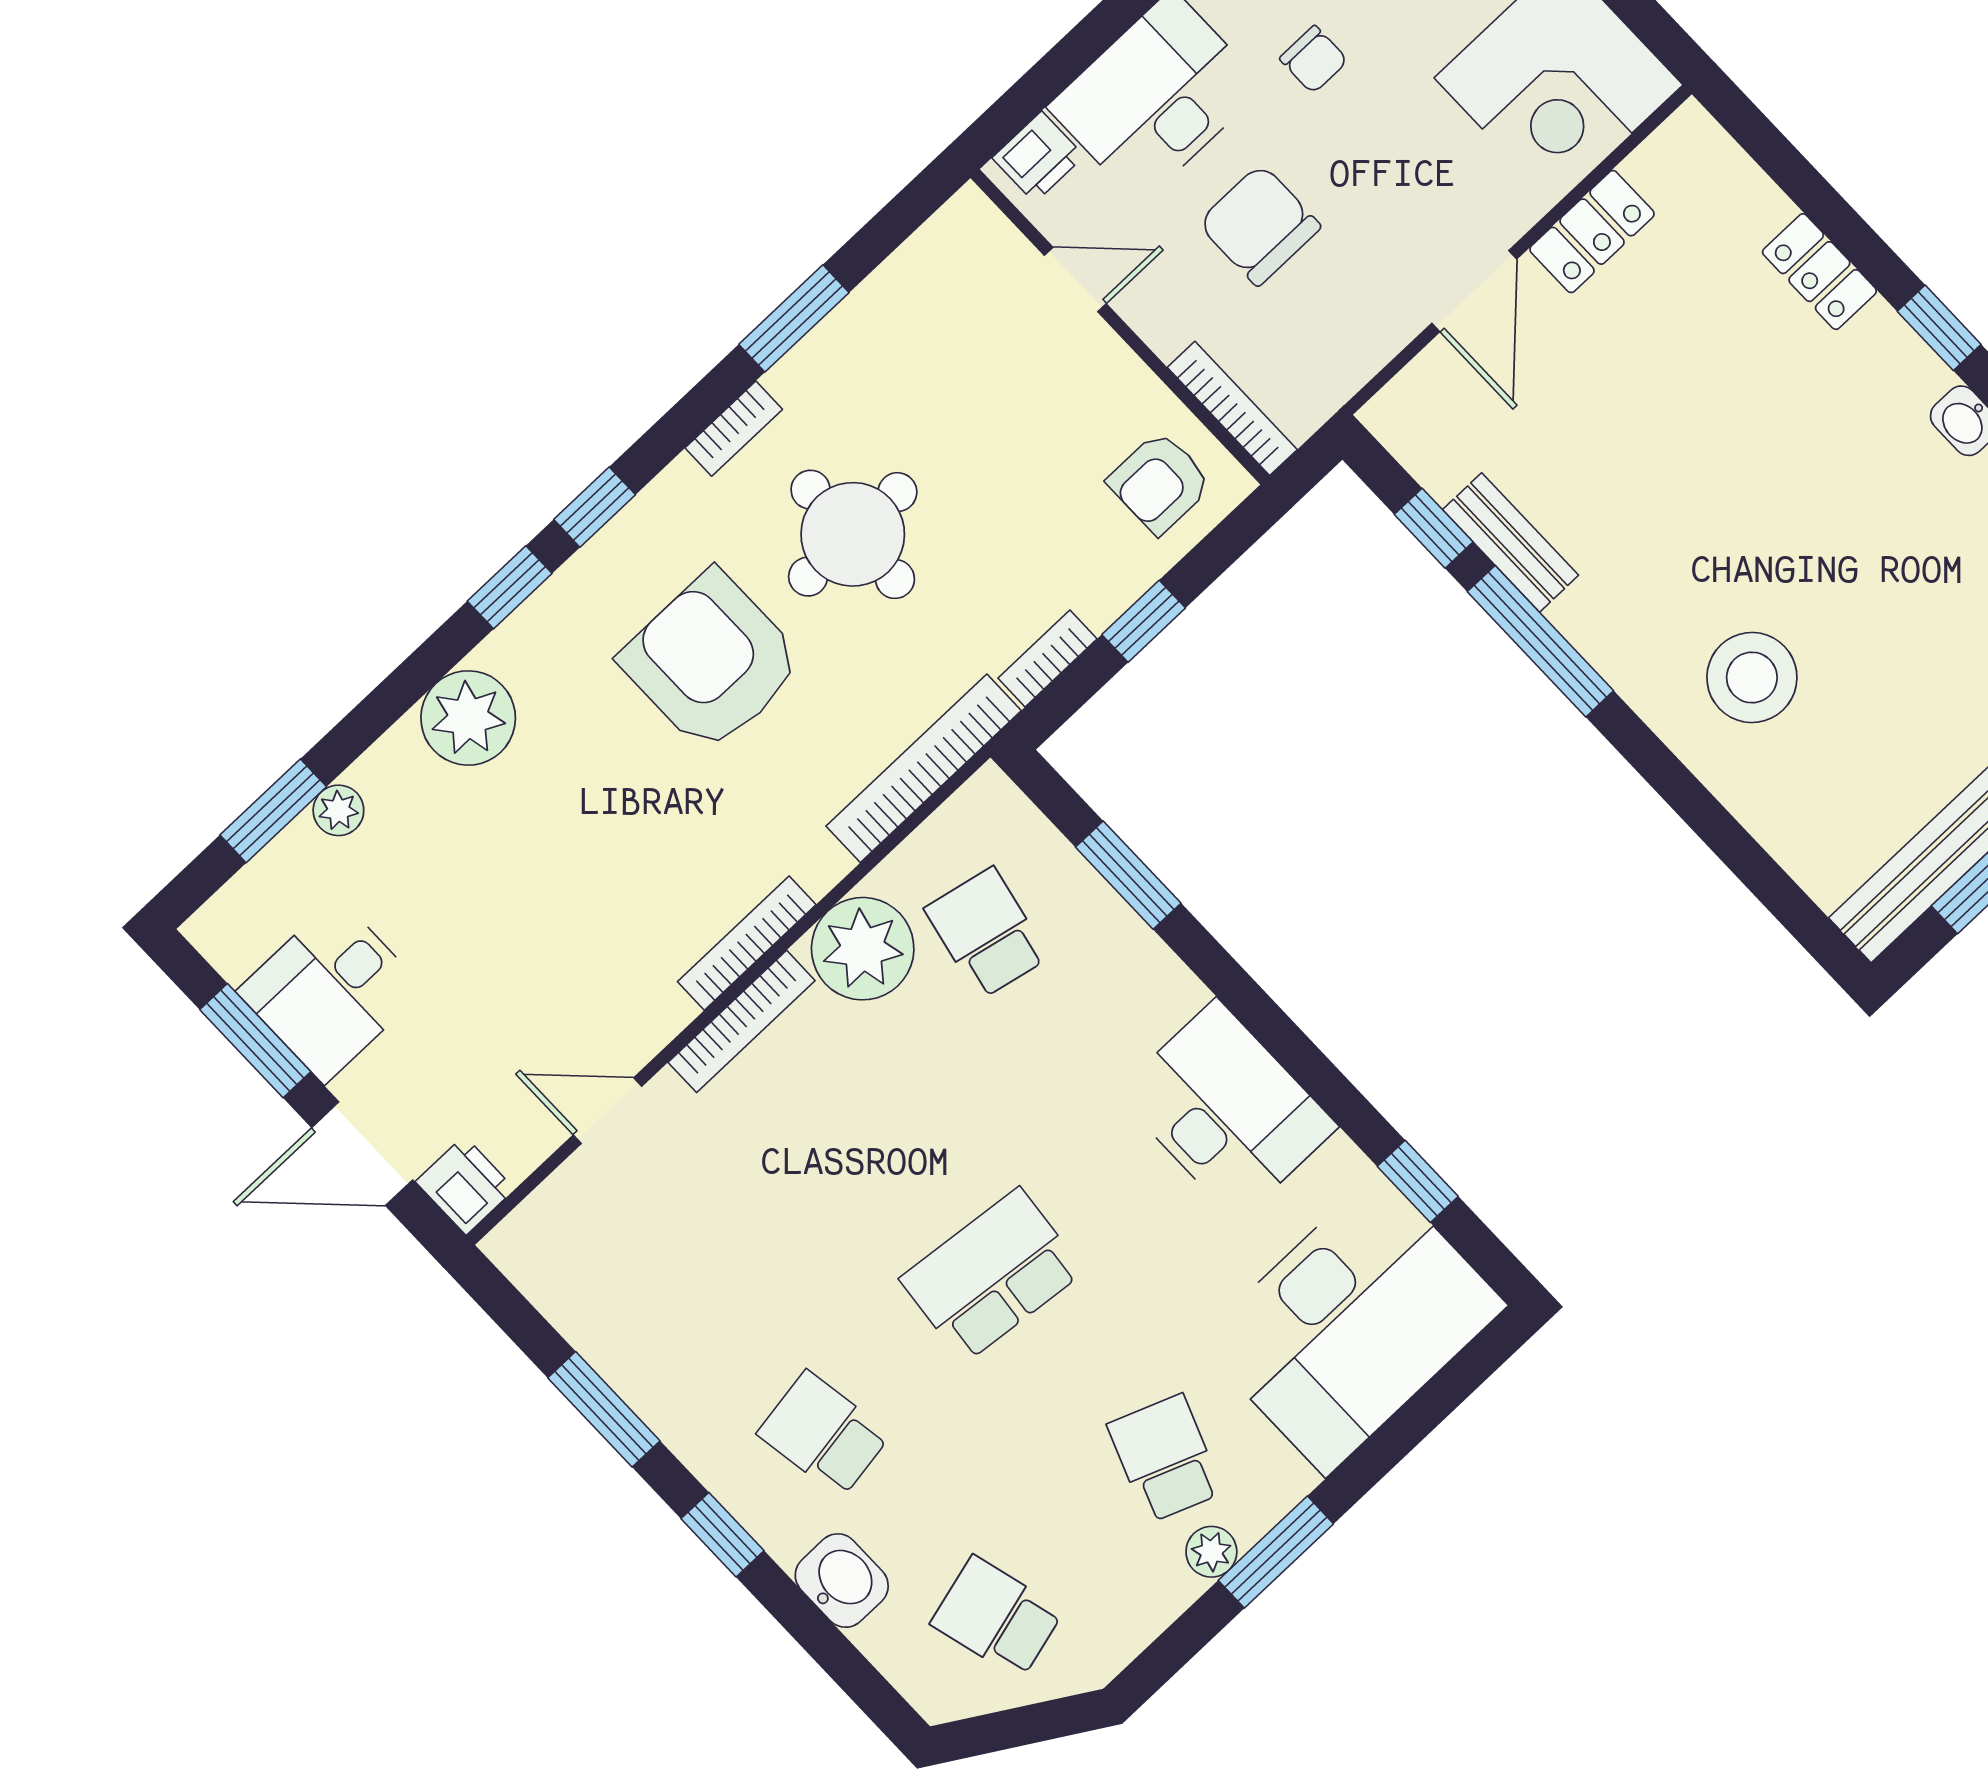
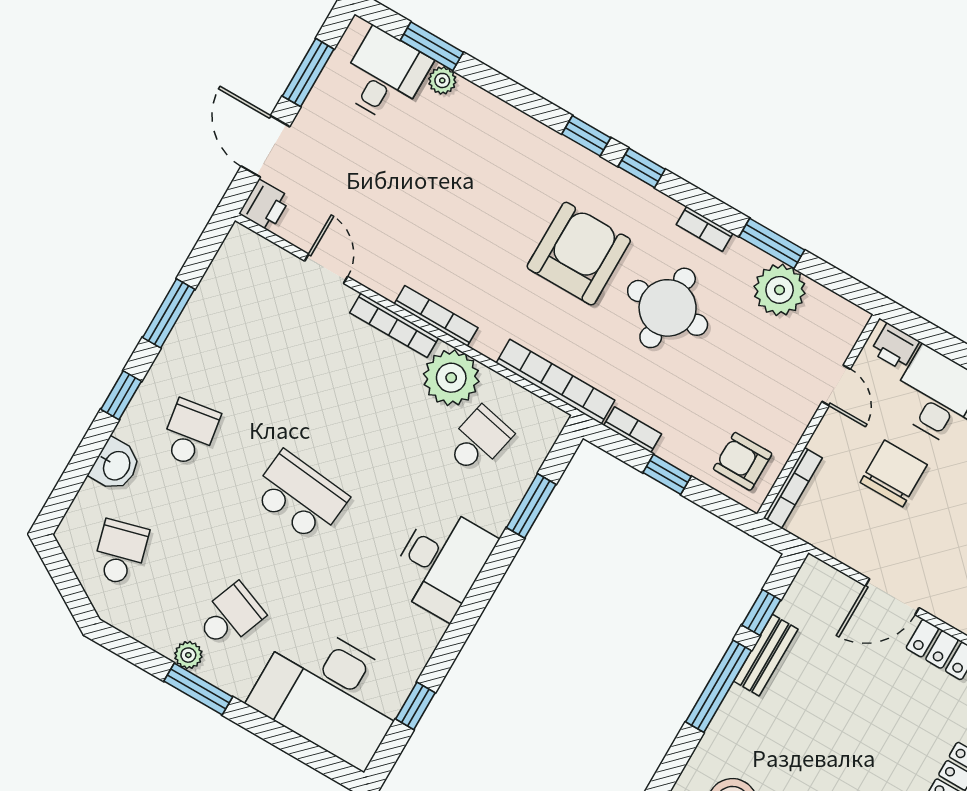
plant: (468, 718) -> (780, 290), moved
desk: (331, 990) -> (385, 76), moved, turned 90
desk: (1227, 1110) -> (442, 562), moved

